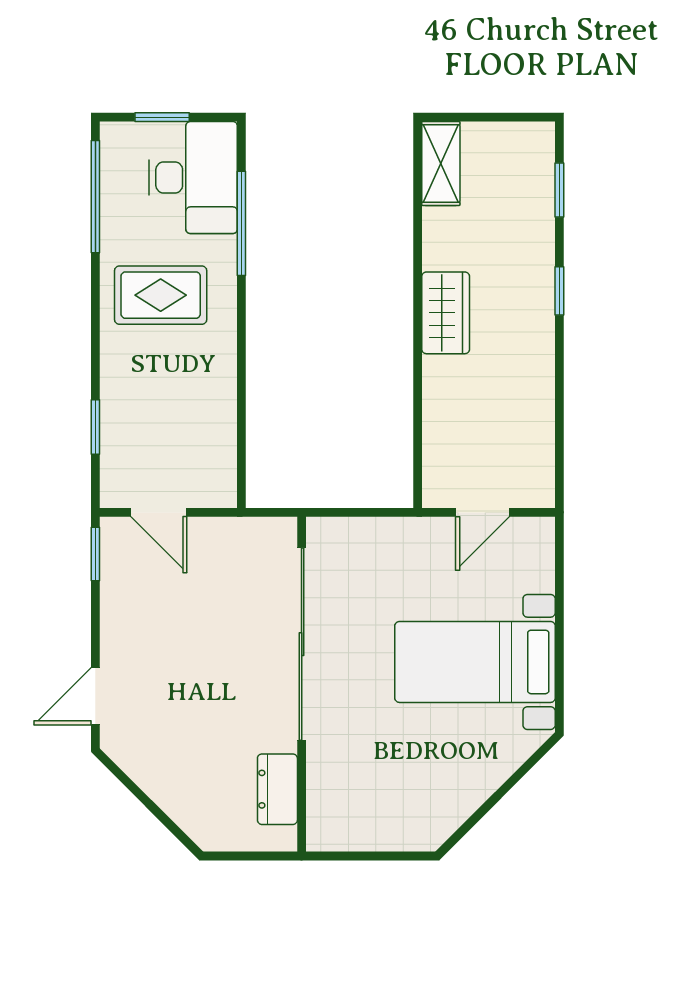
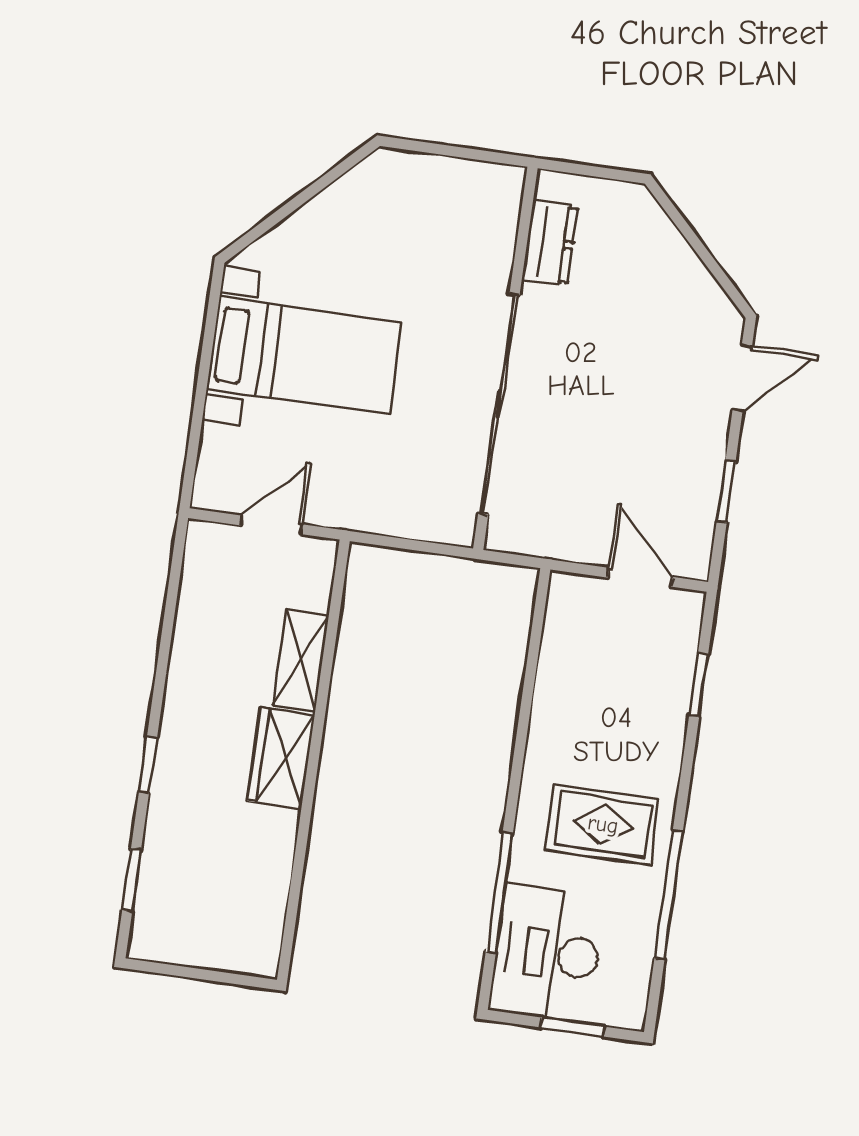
shelving: (441, 163) -> (301, 660), moved
window: (95, 197) -> (669, 895), moved
window: (95, 554) -> (726, 491), moved

